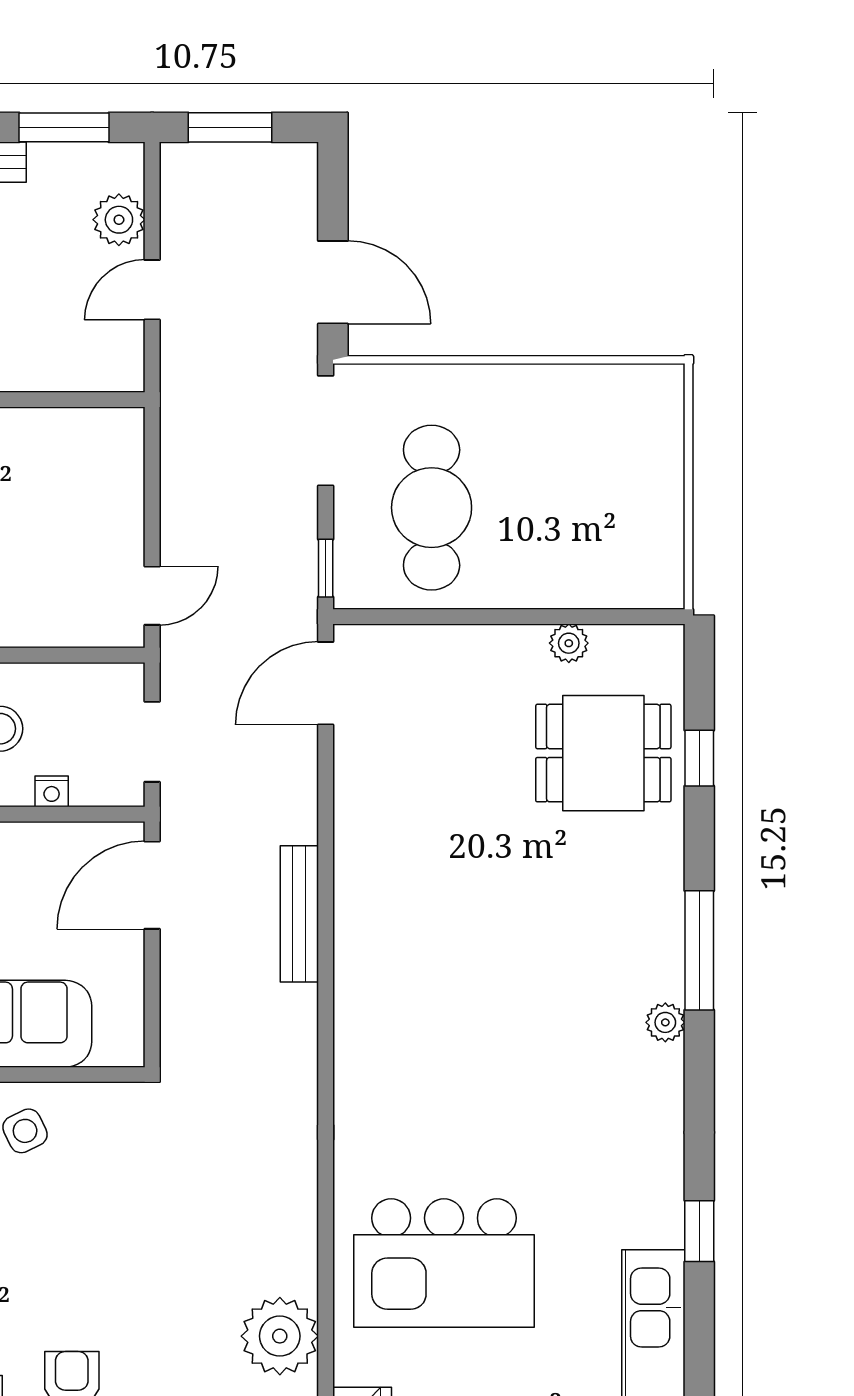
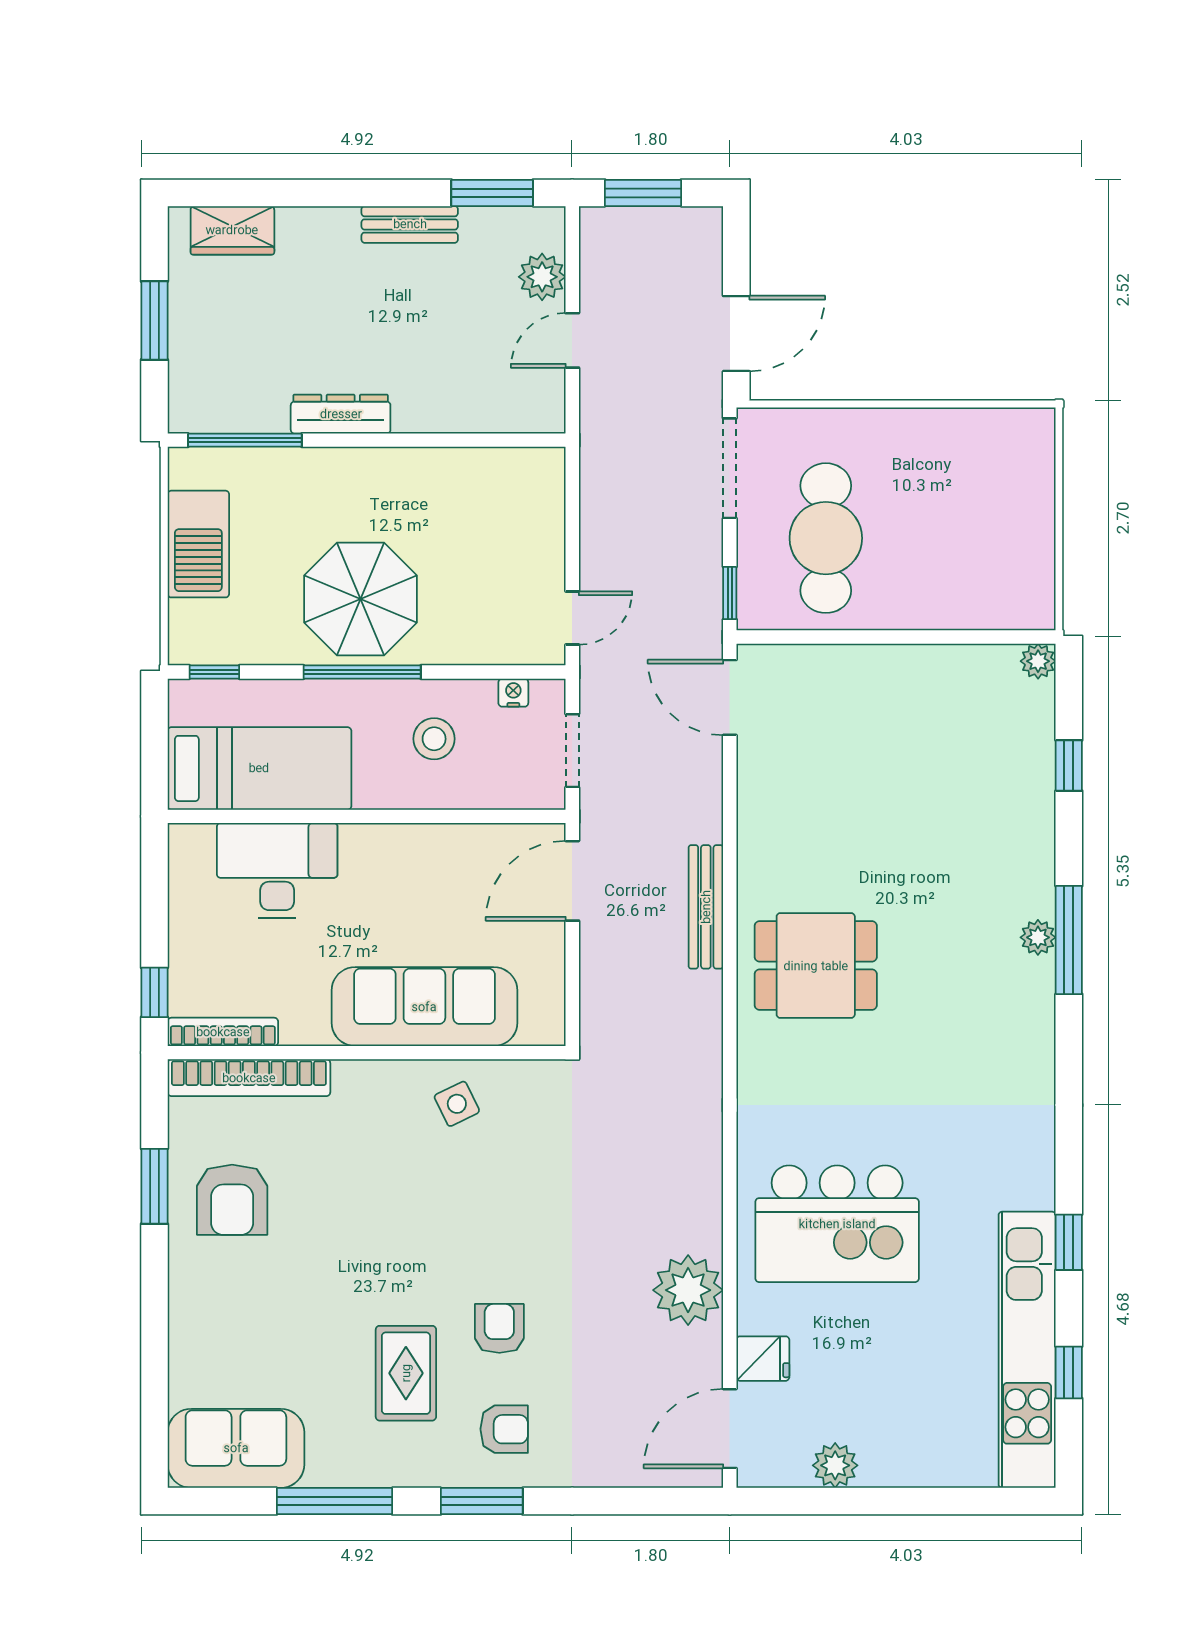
door: (333, 282) -> (736, 334), hinge flipped
plant: (569, 643) -> (1038, 661), moved
door: (326, 683) -> (730, 697), hinge flipped
dining table: (603, 753) -> (816, 966), moved
nightstand: (52, 791) -> (513, 693), moved, turned 180
plant: (665, 1022) -> (1038, 937), moved
window: (699, 1231) -> (1069, 1242), moved

